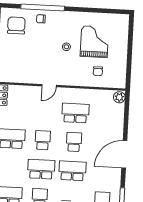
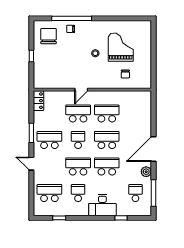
plant: (119, 97) -> (146, 172), moved
school desk: (44, 111) -> (78, 113), added
school desk: (74, 142) -> (107, 140), width x1.85

